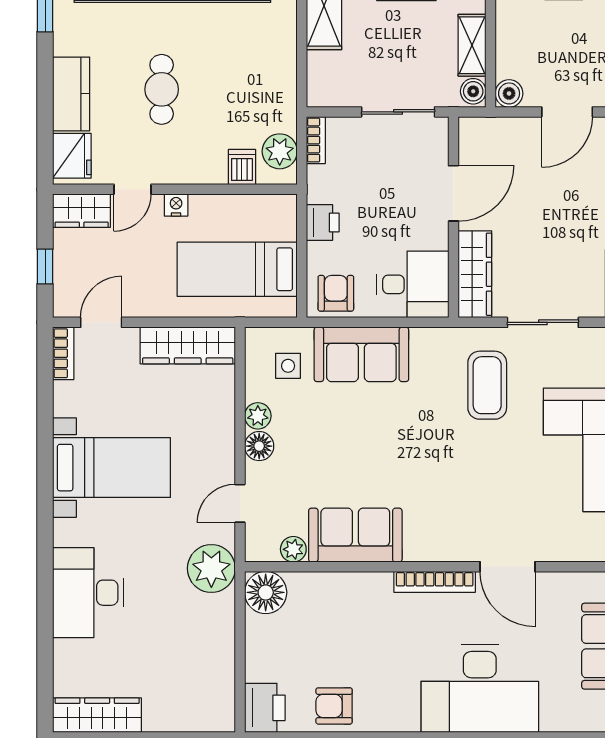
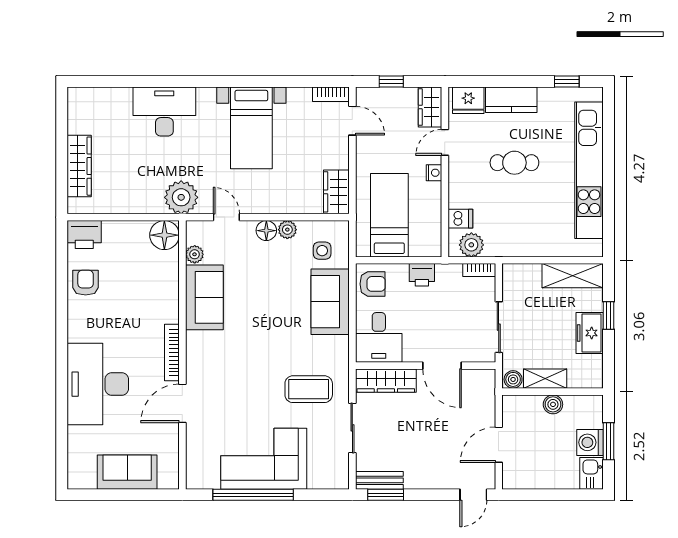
boiler: (509, 93) -> (553, 404), moved
door: (567, 112) -> (499, 445), hinge flipped
door: (132, 189) -> (445, 142), hinge flipped
wardrobe: (188, 345) -> (336, 192), width x0.67
wardrobe: (97, 715) -> (79, 166), moved

